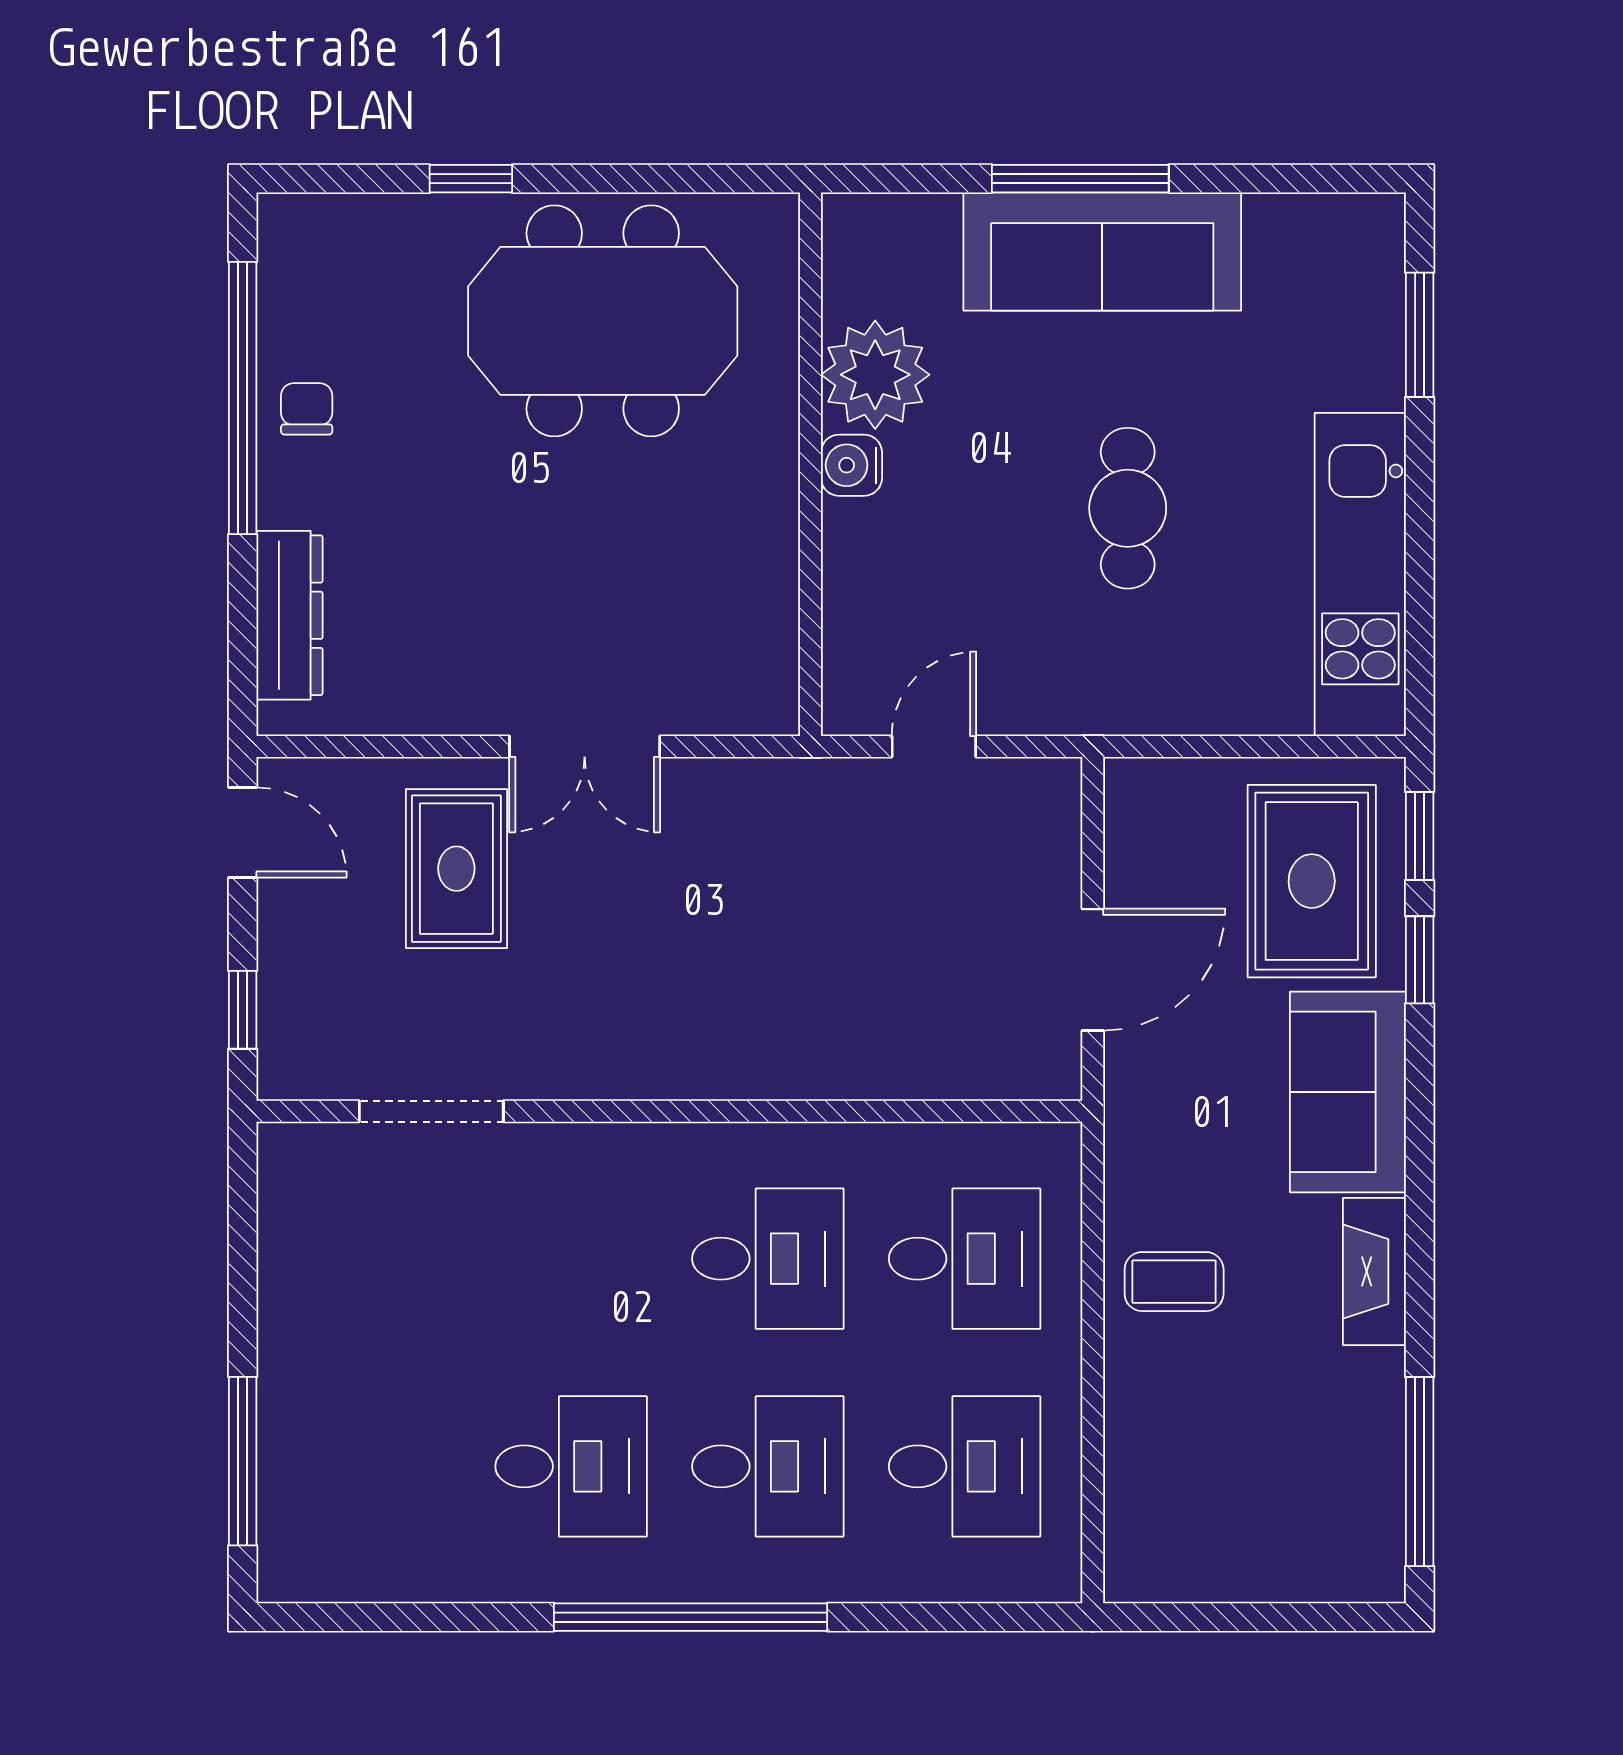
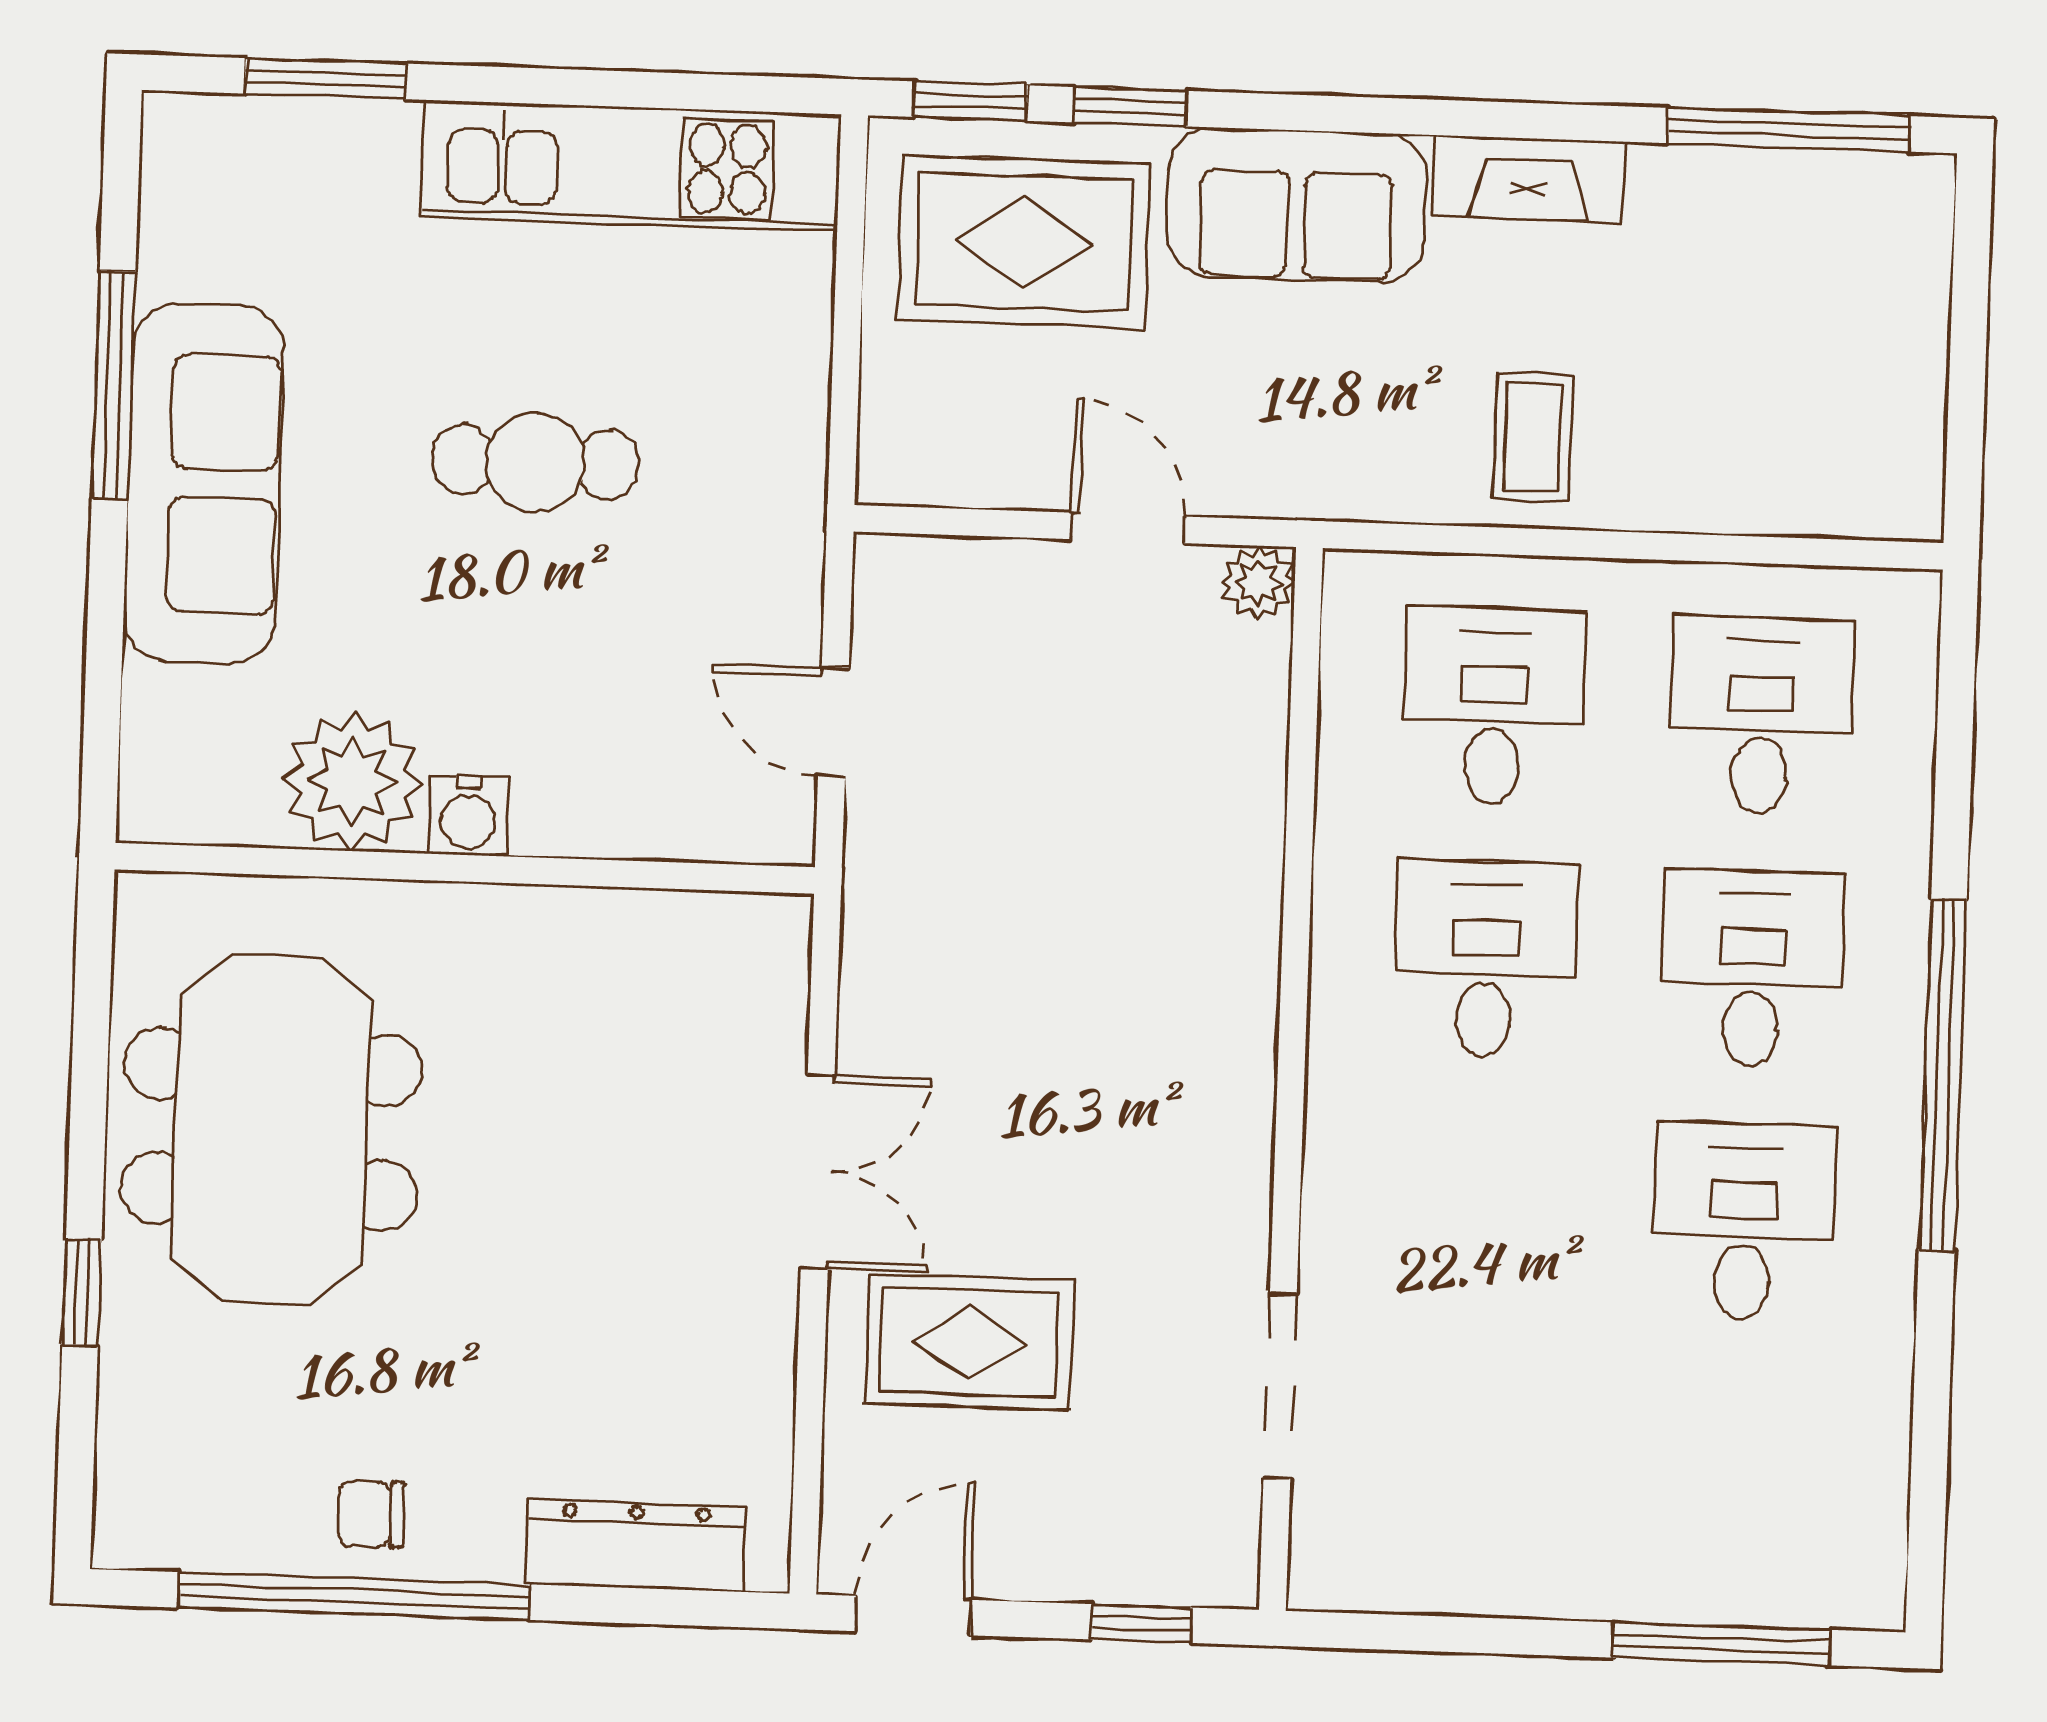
window: (1080, 179) -> (114, 385), moved
door: (1093, 970) -> (1128, 528), width x0.73
plant: (1054, 1072) -> (1258, 583), added

